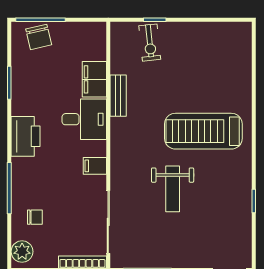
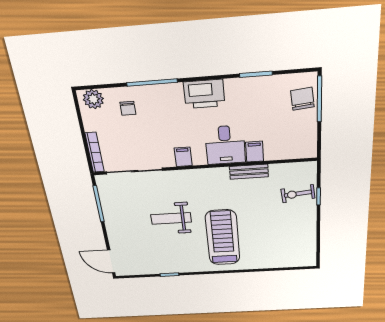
chair: (39, 37) -> (302, 99), turned 97
filing cabinet: (94, 79) -> (255, 152), width x0.50

